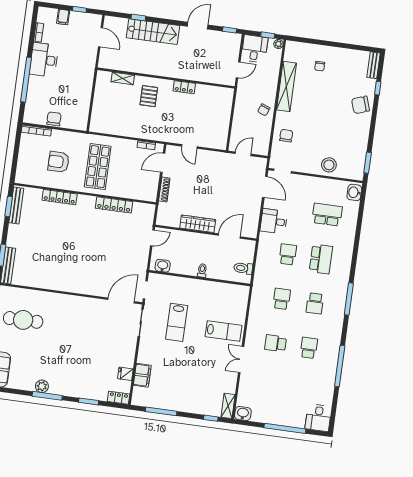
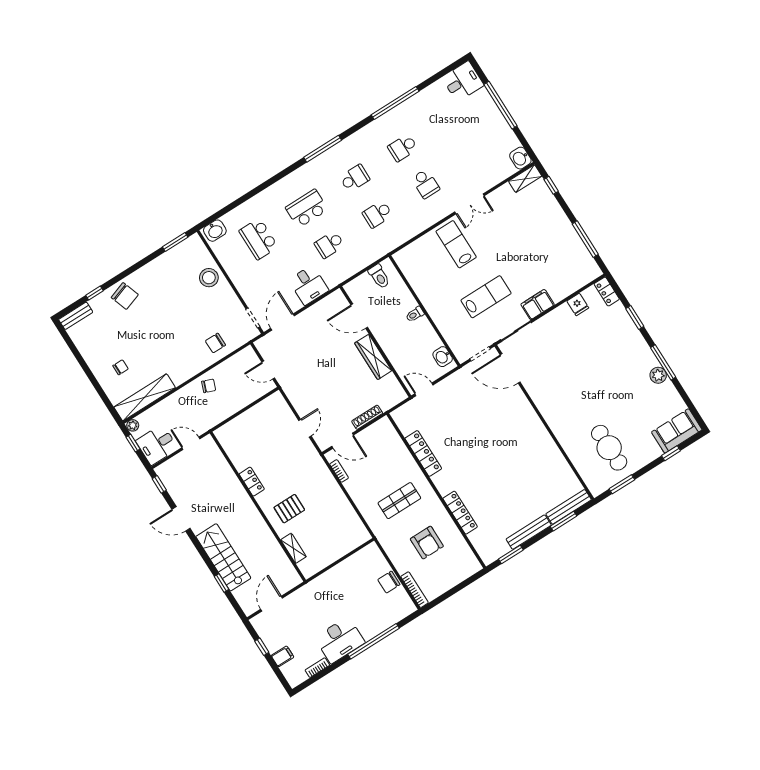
shelving: (286, 86) -> (145, 397), moved
shop shelf: (98, 167) -> (399, 501), width x0.70, depth x0.74
bench: (16, 205) -> (529, 532), moved
filing cabinet: (142, 375) -> (538, 305), moved

